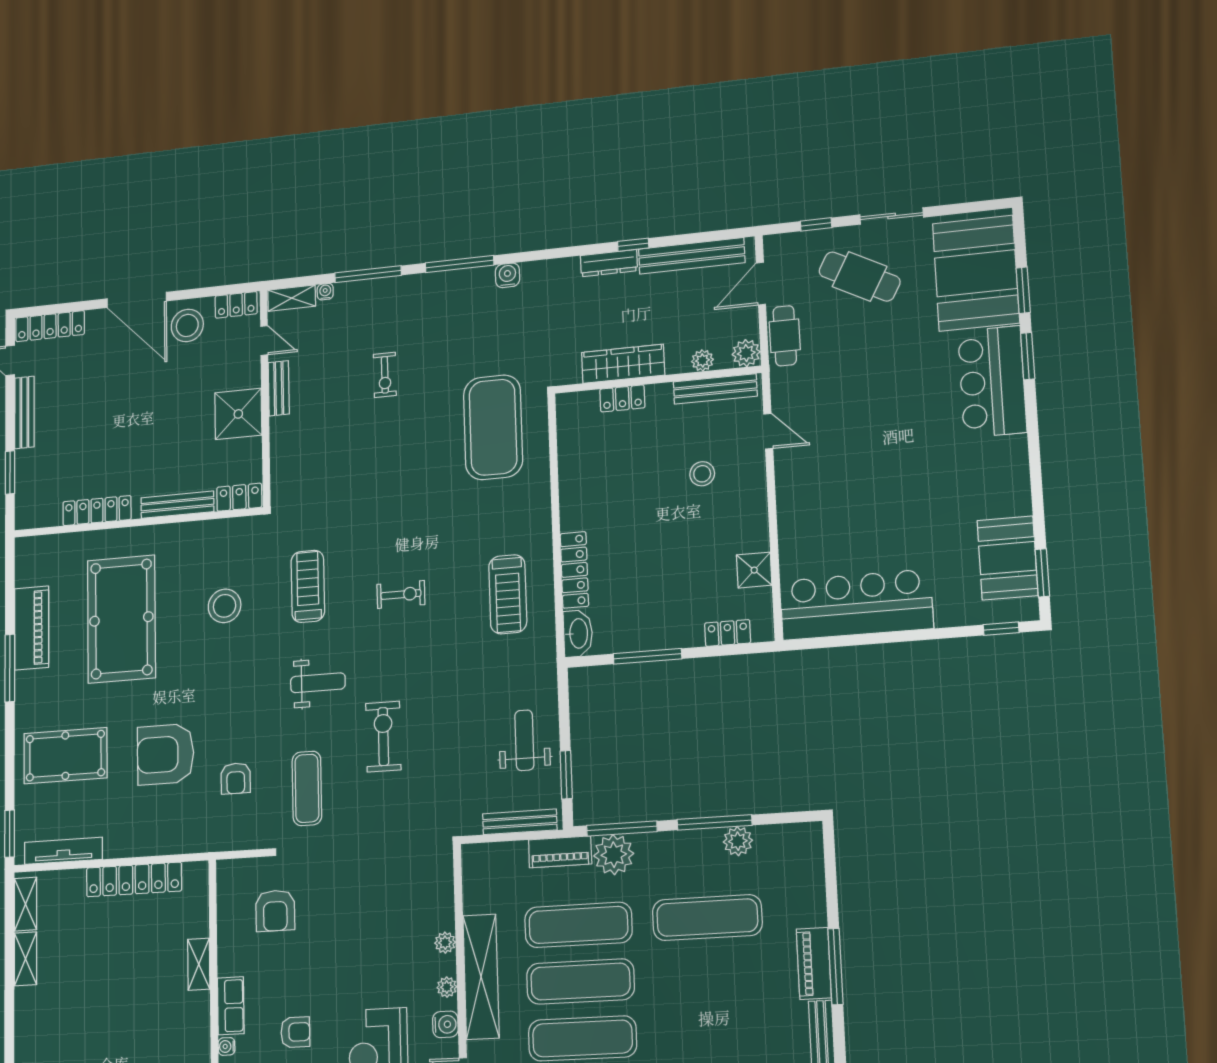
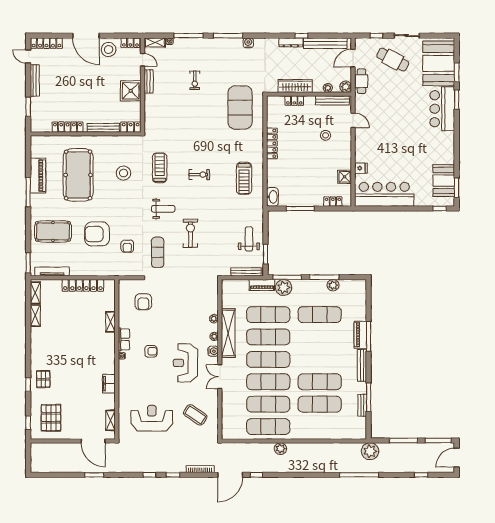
fridge: (794, 545) -> (361, 168), added
locker: (574, 570) -> (272, 143), moved

